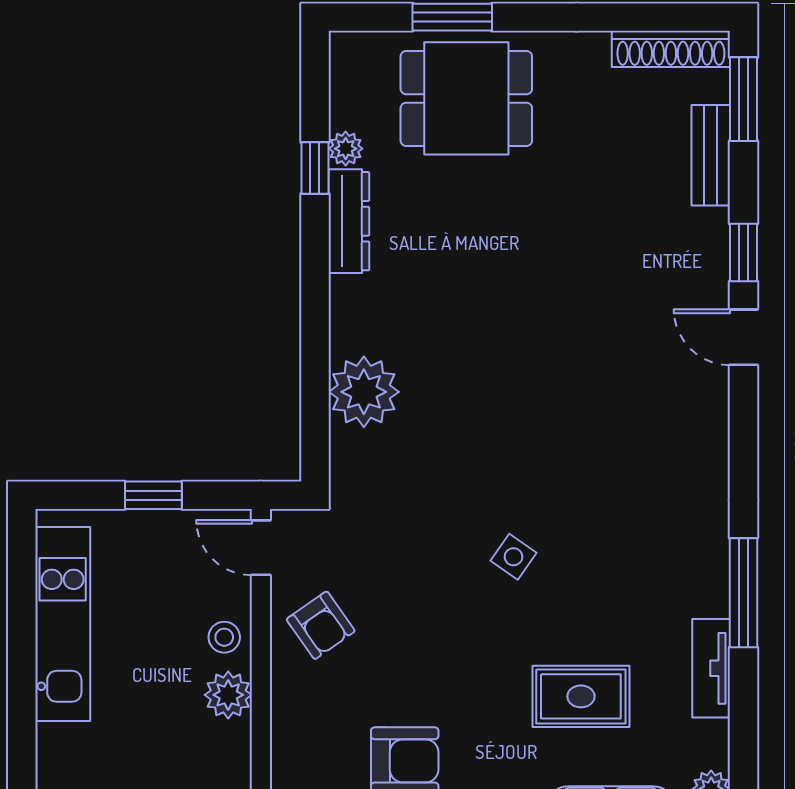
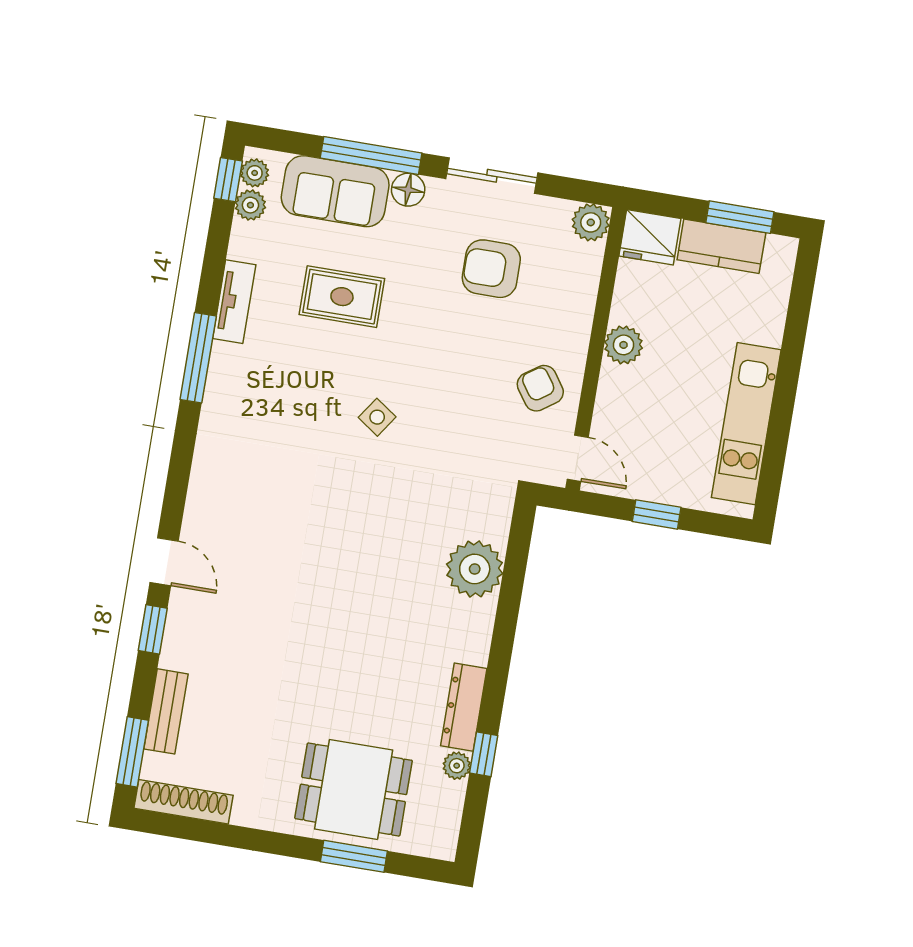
stool: (224, 637) -> (619, 392), removed

